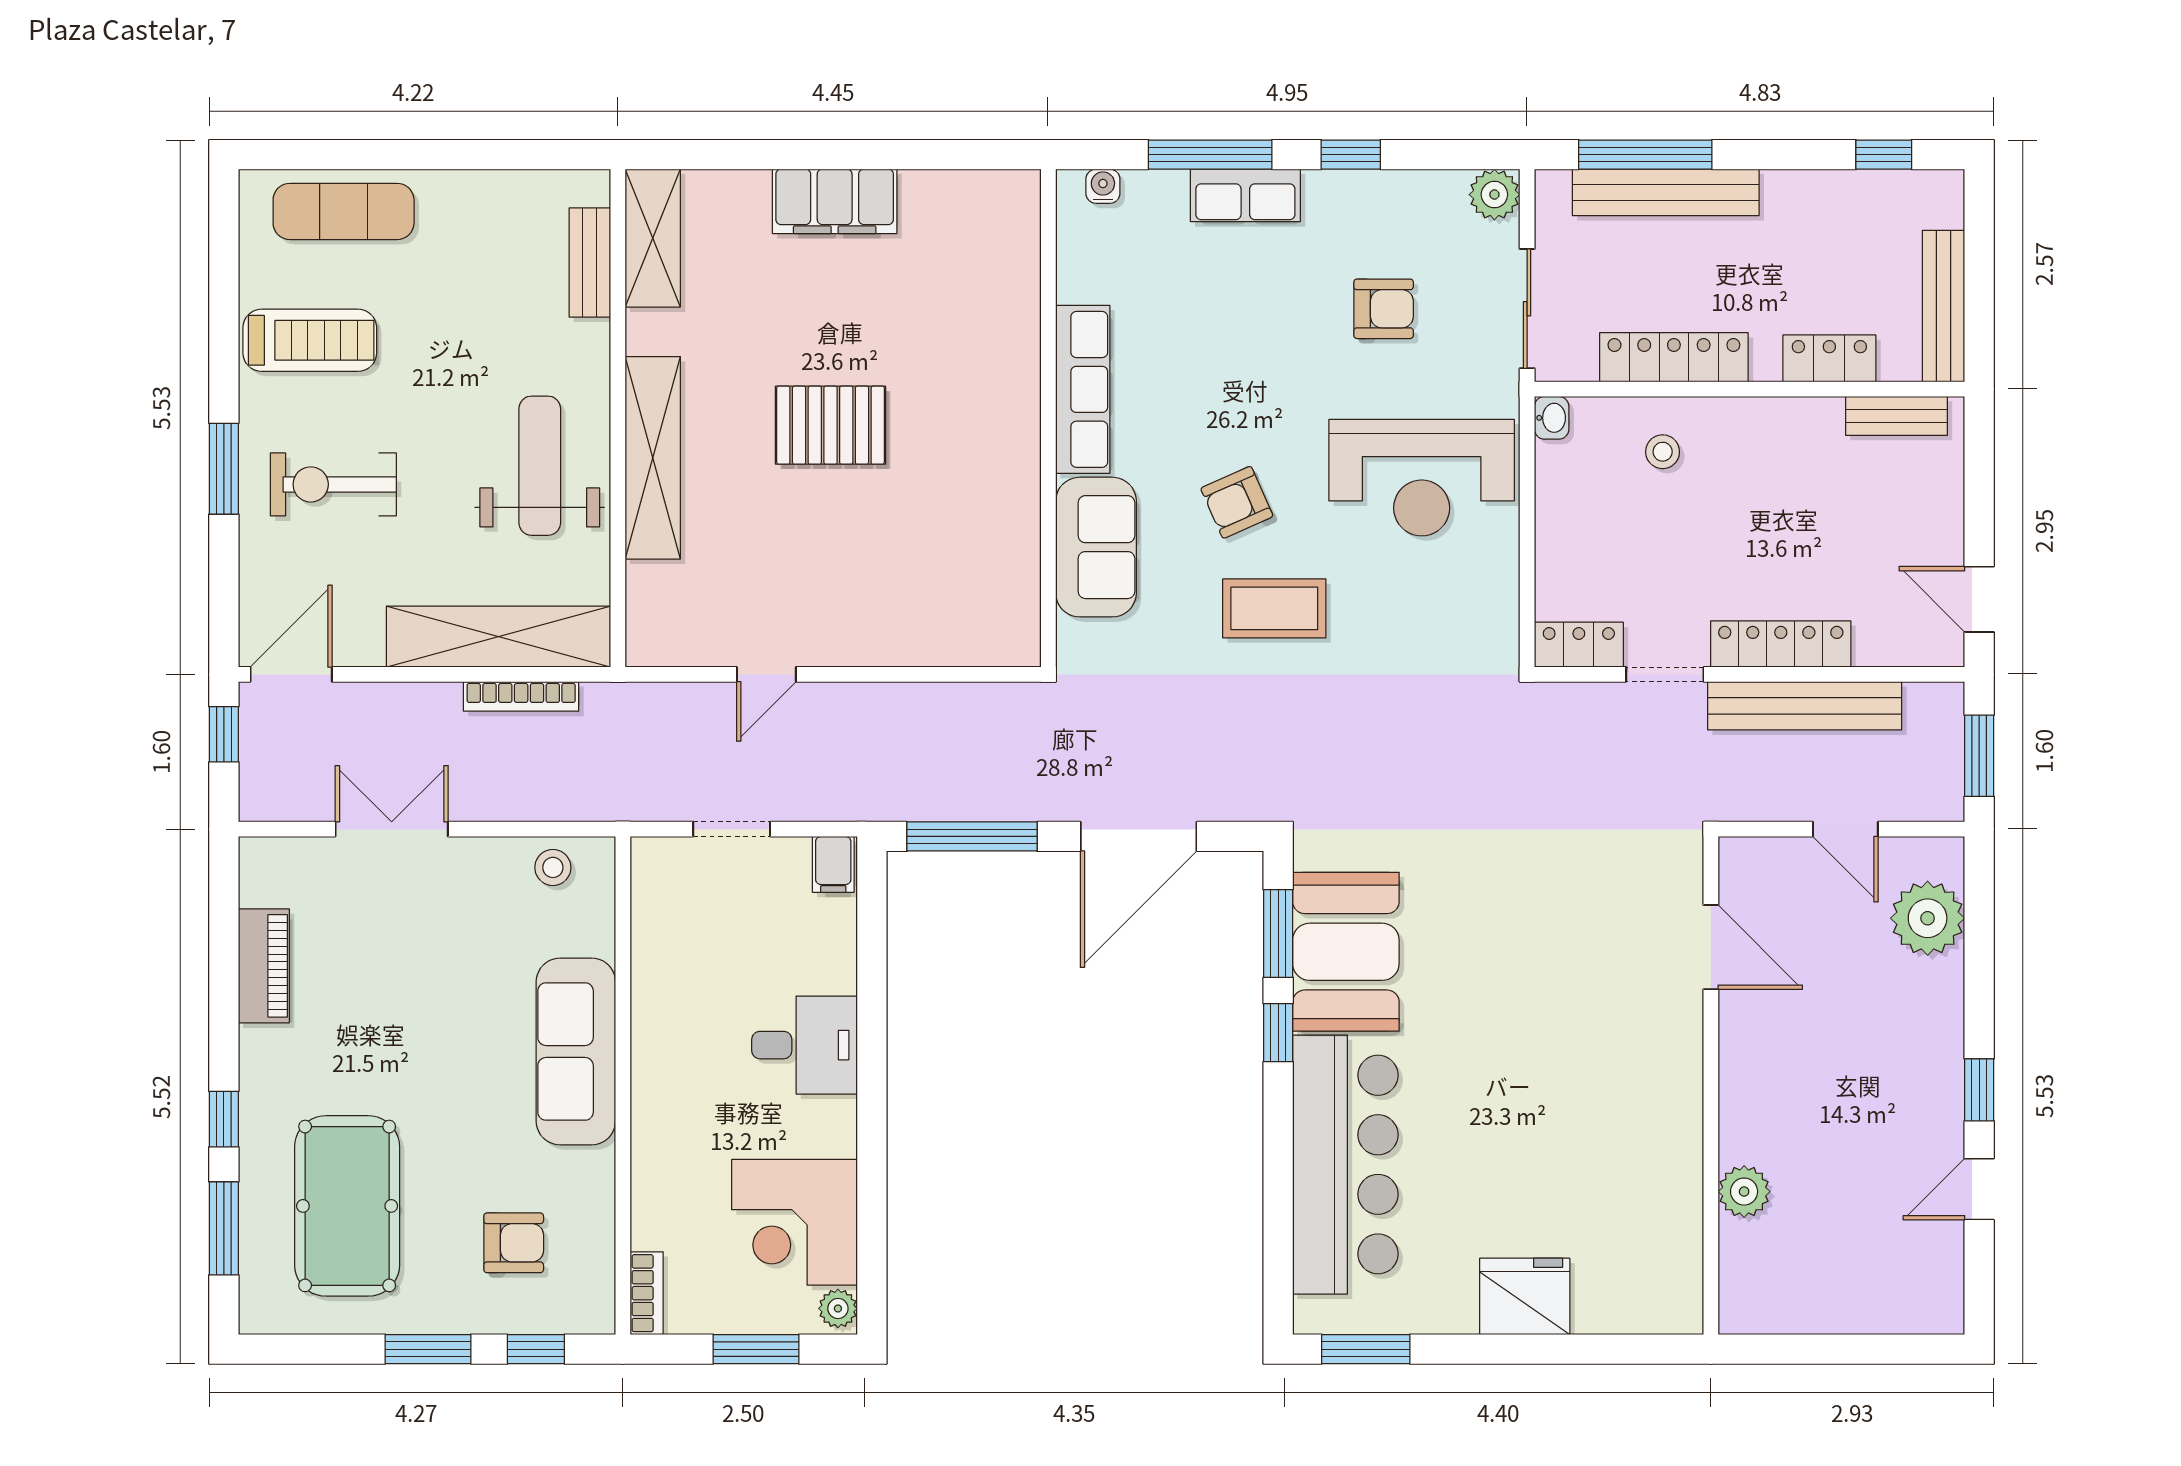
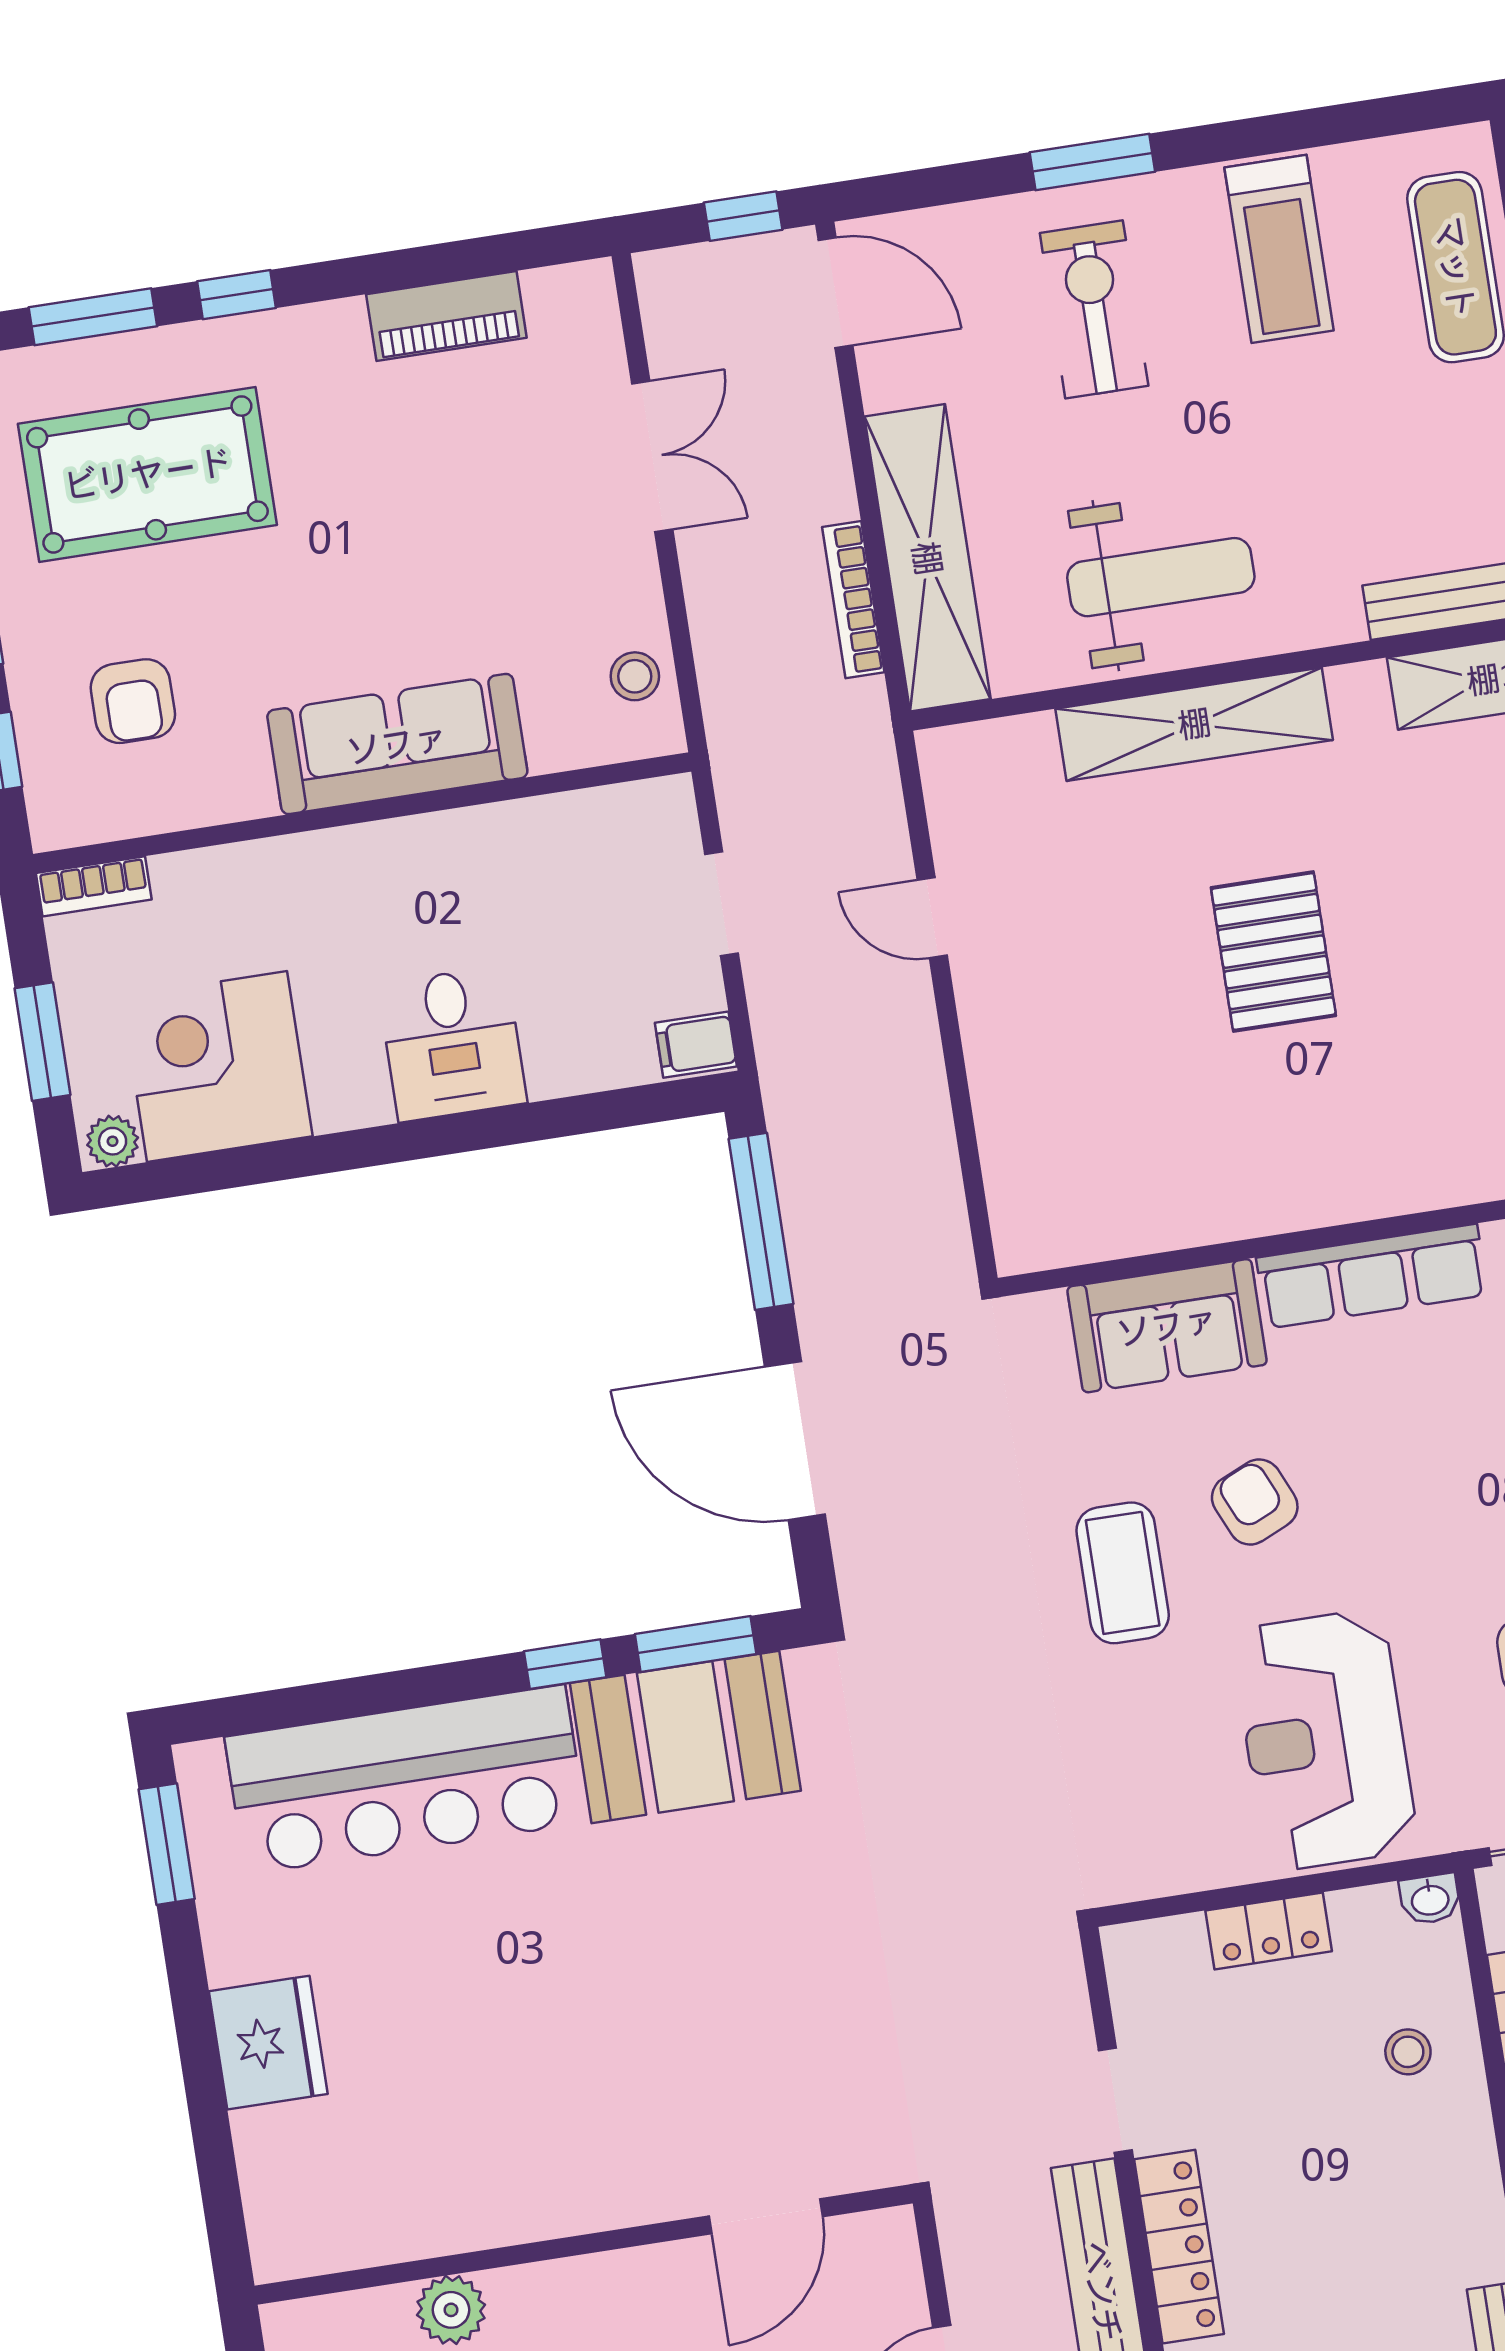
locker: (1579, 645) -> (1269, 1931), moved, turned 90

